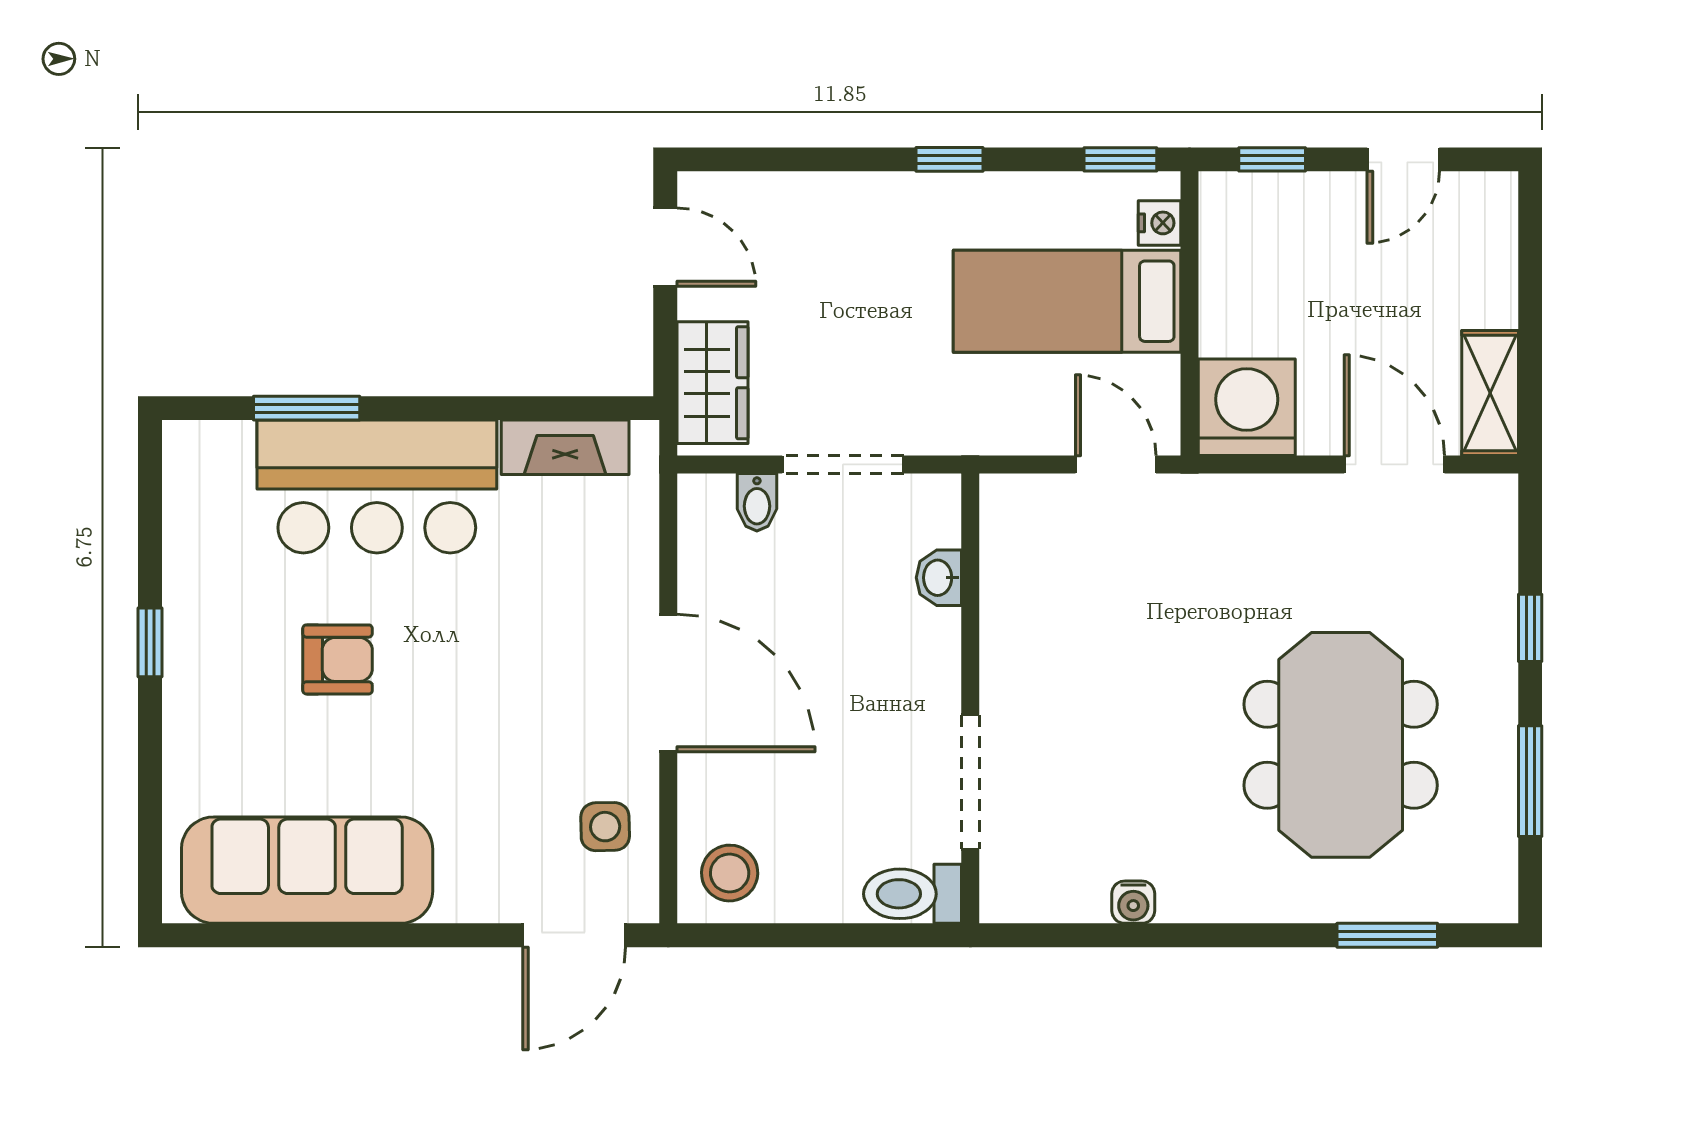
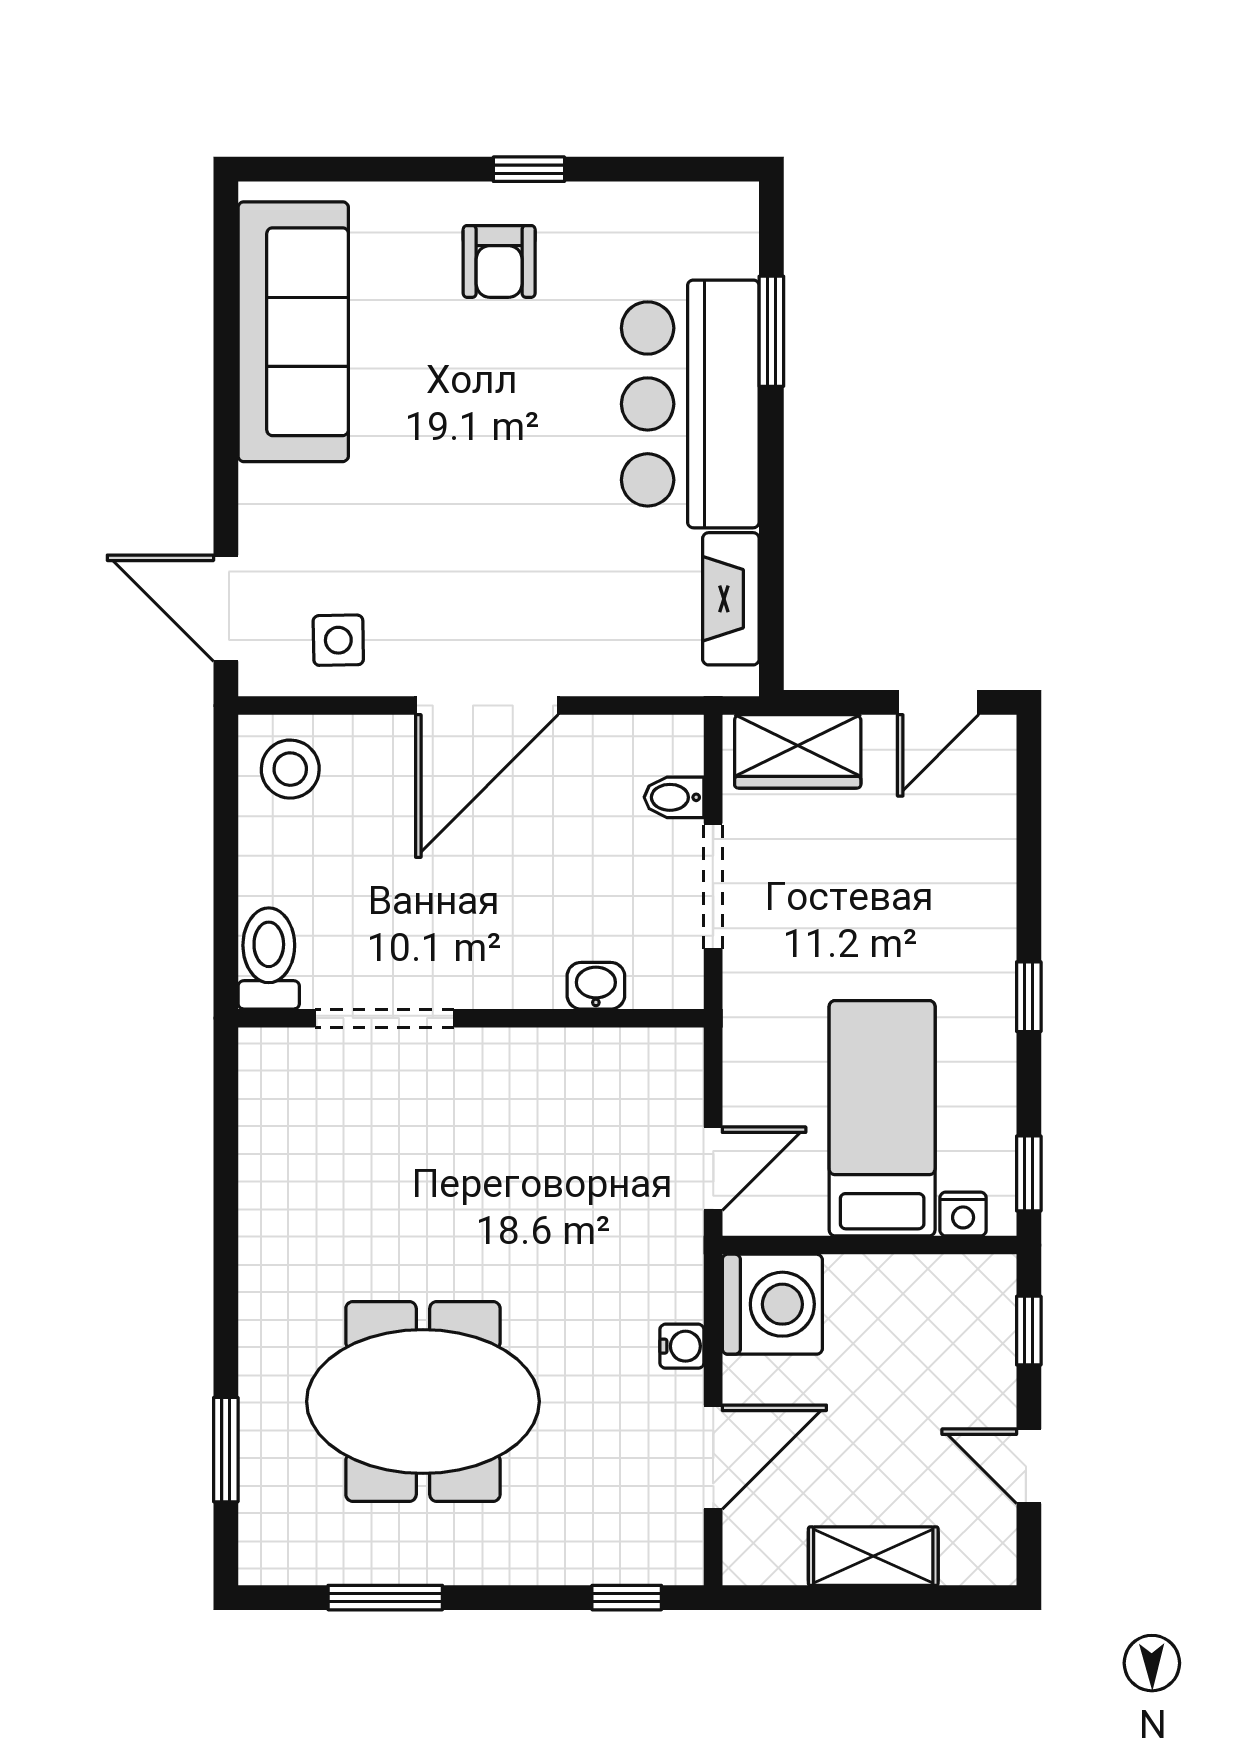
shelving: (1490, 393) -> (873, 1556), moved
window: (1530, 628) -> (627, 1598), moved
armchair: (338, 659) -> (499, 261), moved
water cooler: (1133, 902) -> (682, 1346), moved, turned 180

